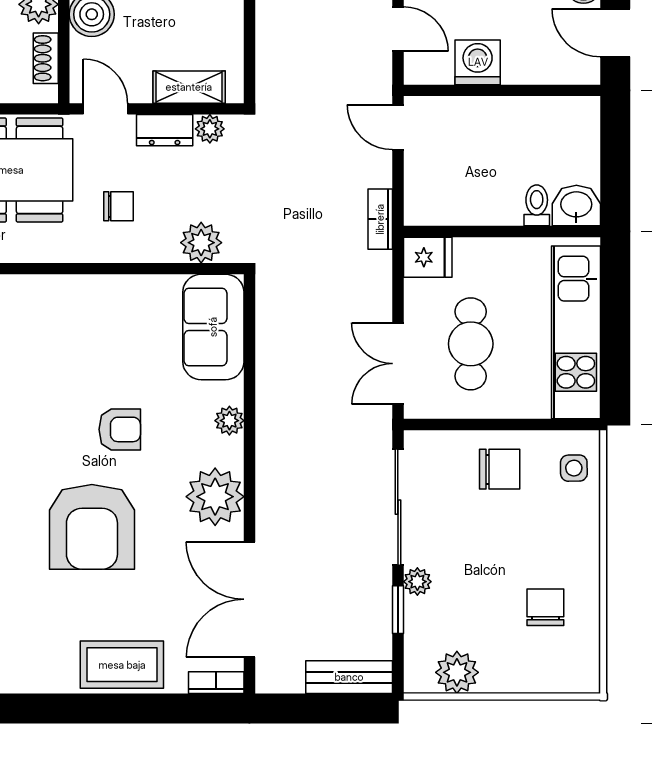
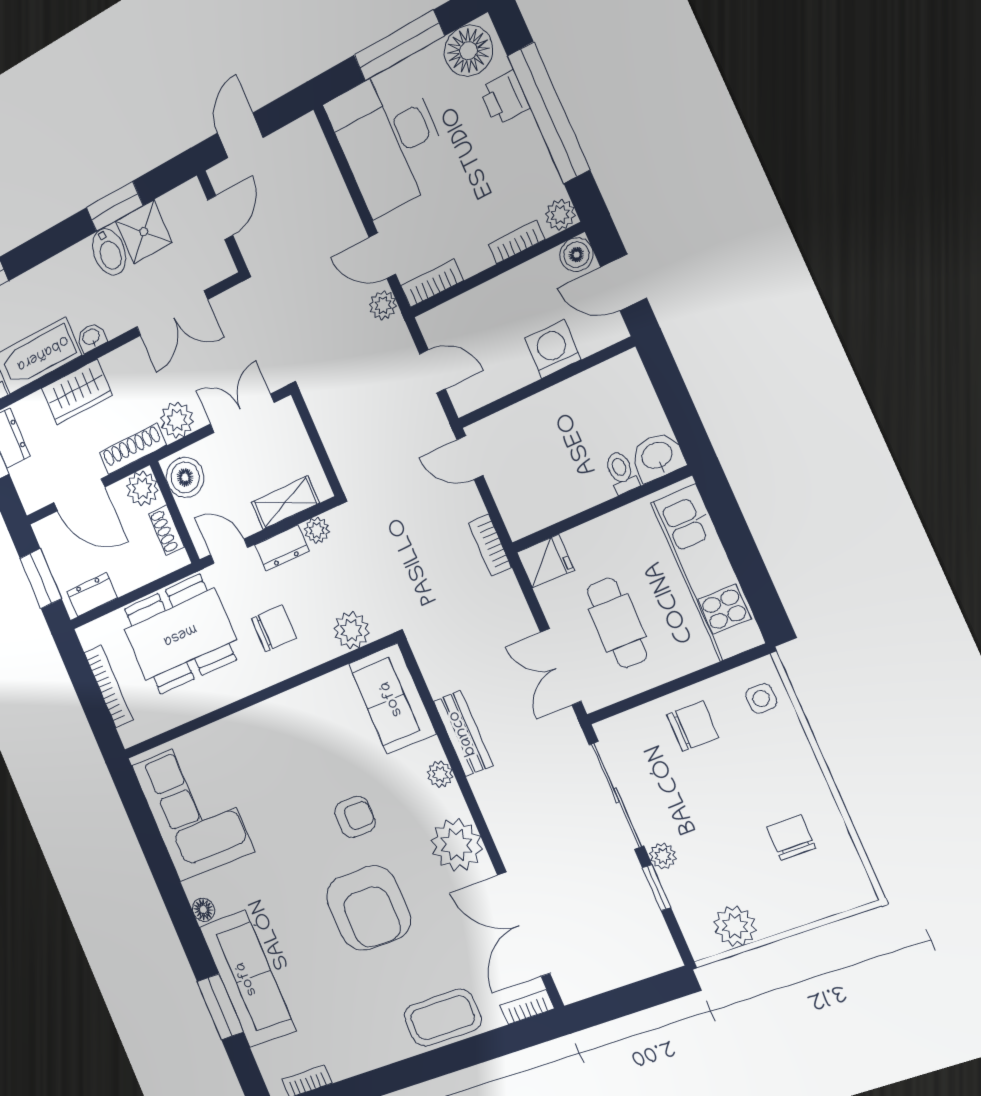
washing machine: (478, 62) -> (553, 349), moved
chair: (118, 206) -> (274, 628), width x1.37, depth x1.37
bench: (349, 677) -> (463, 733), moved, turned 90

